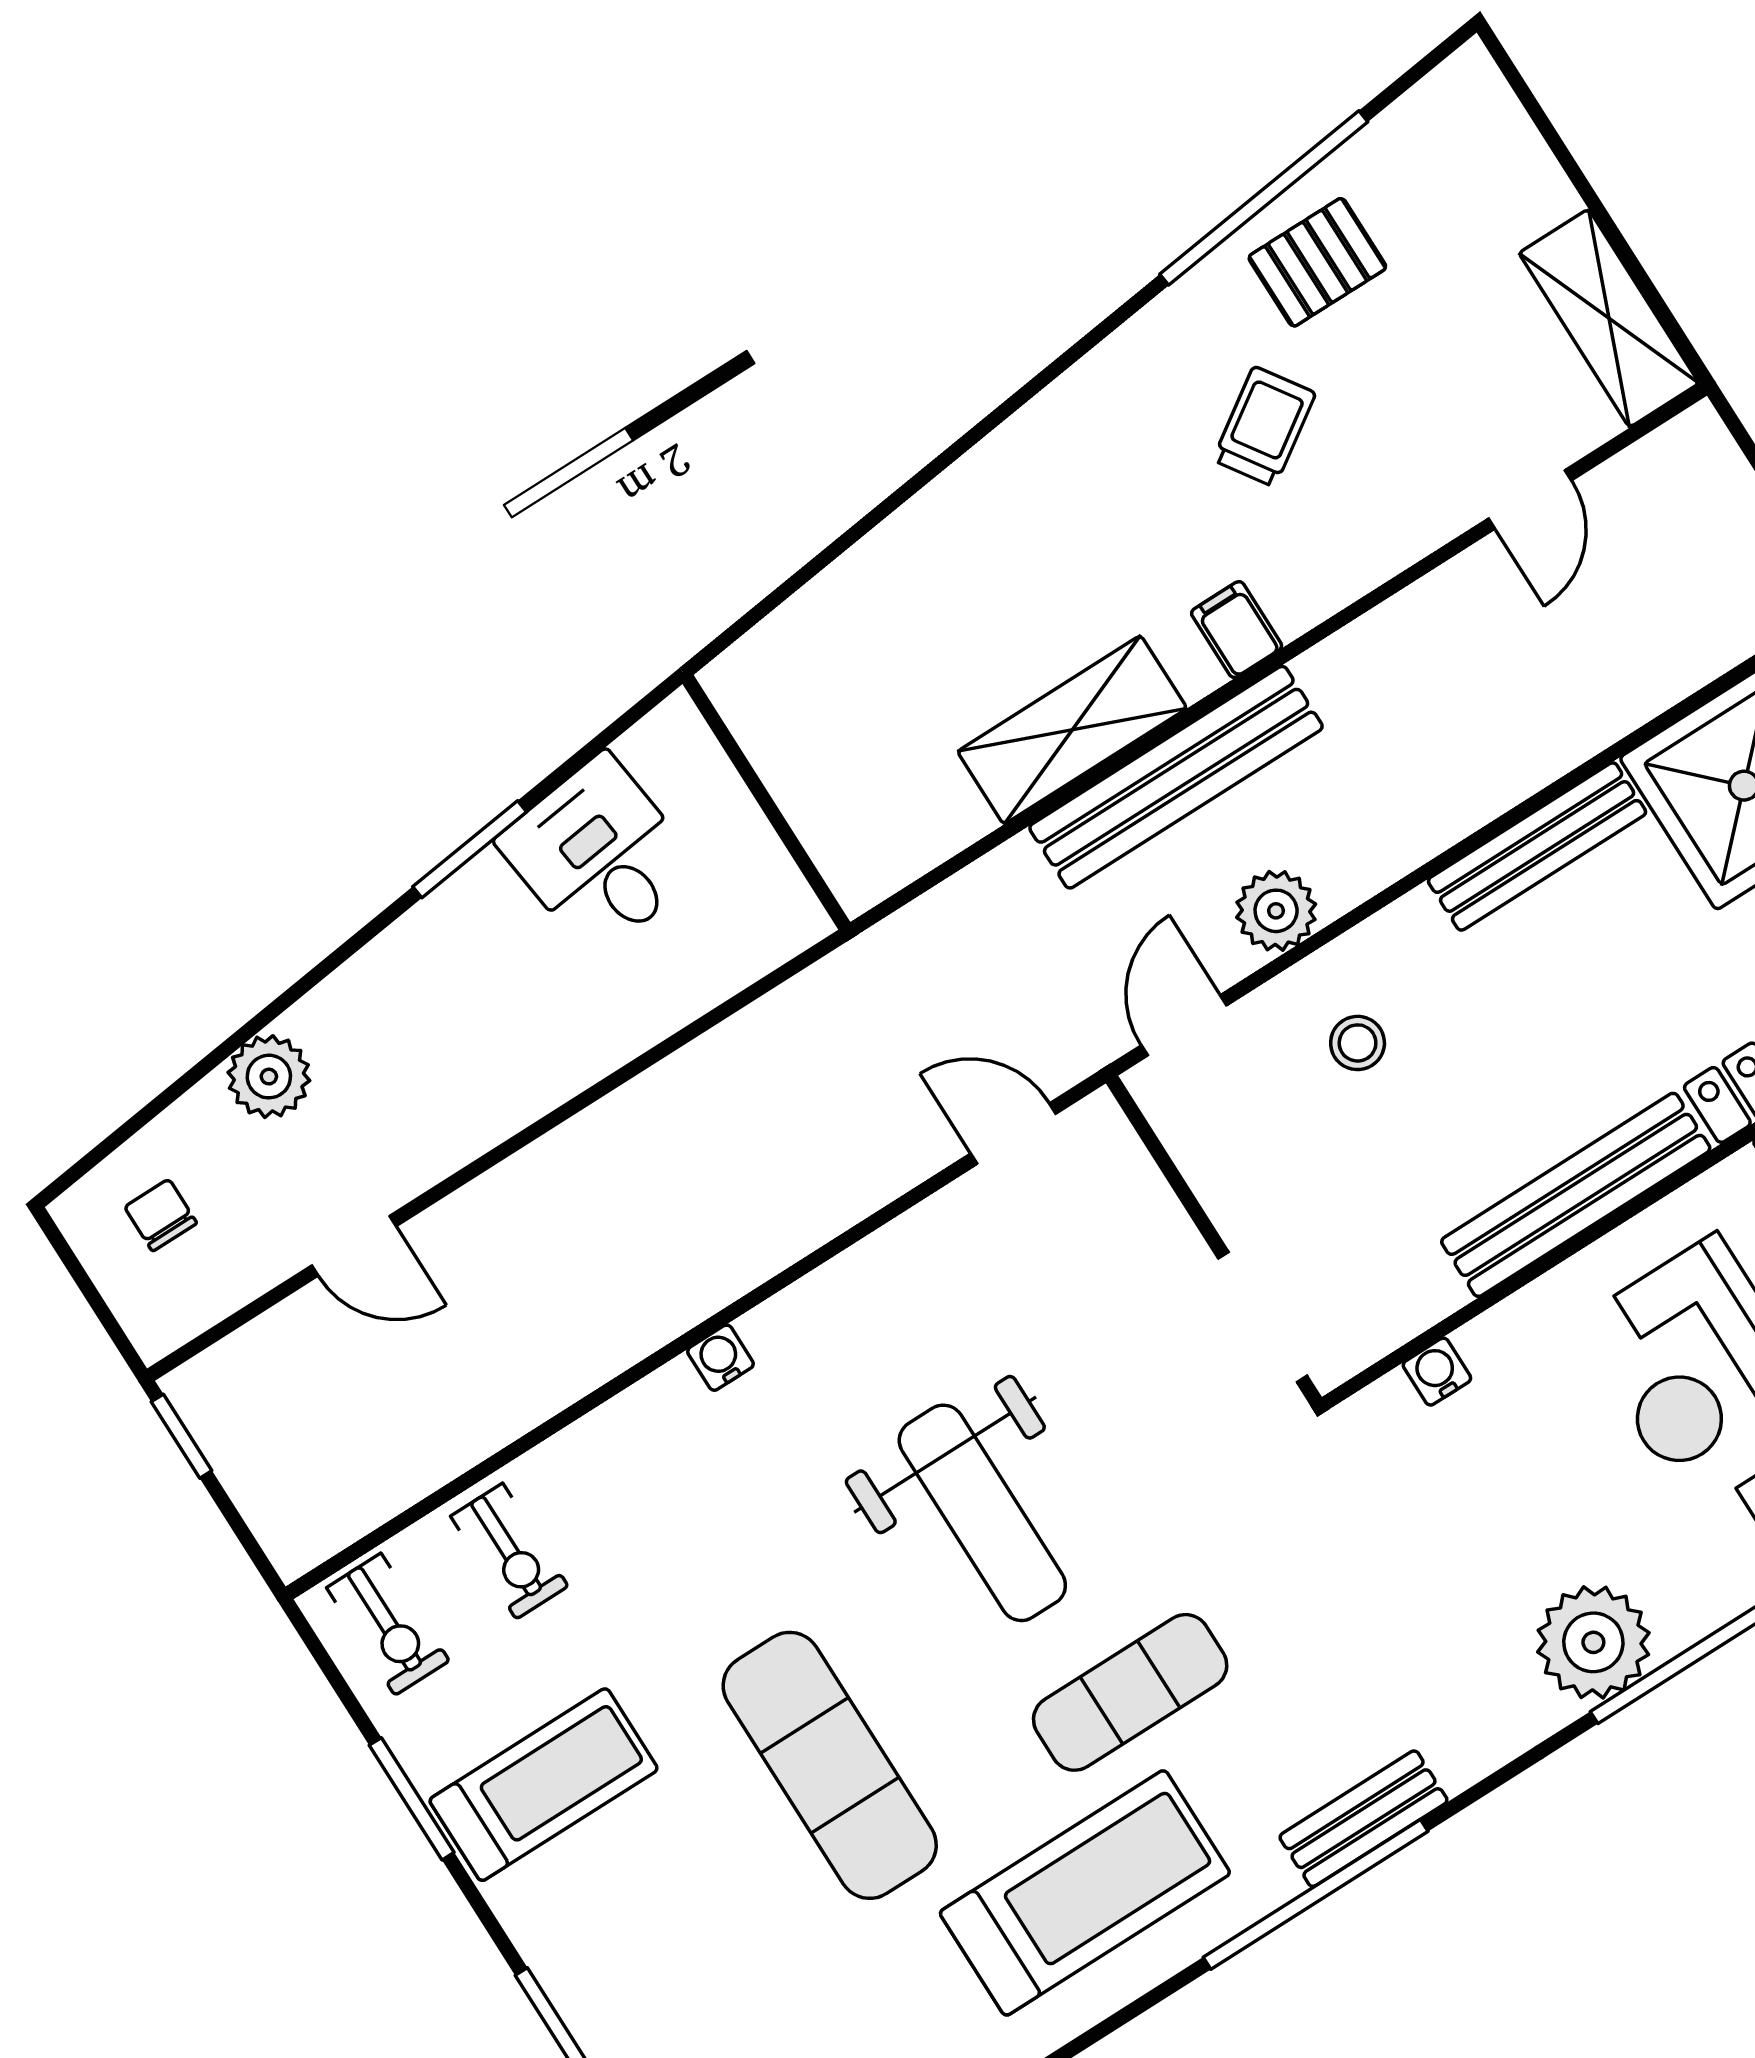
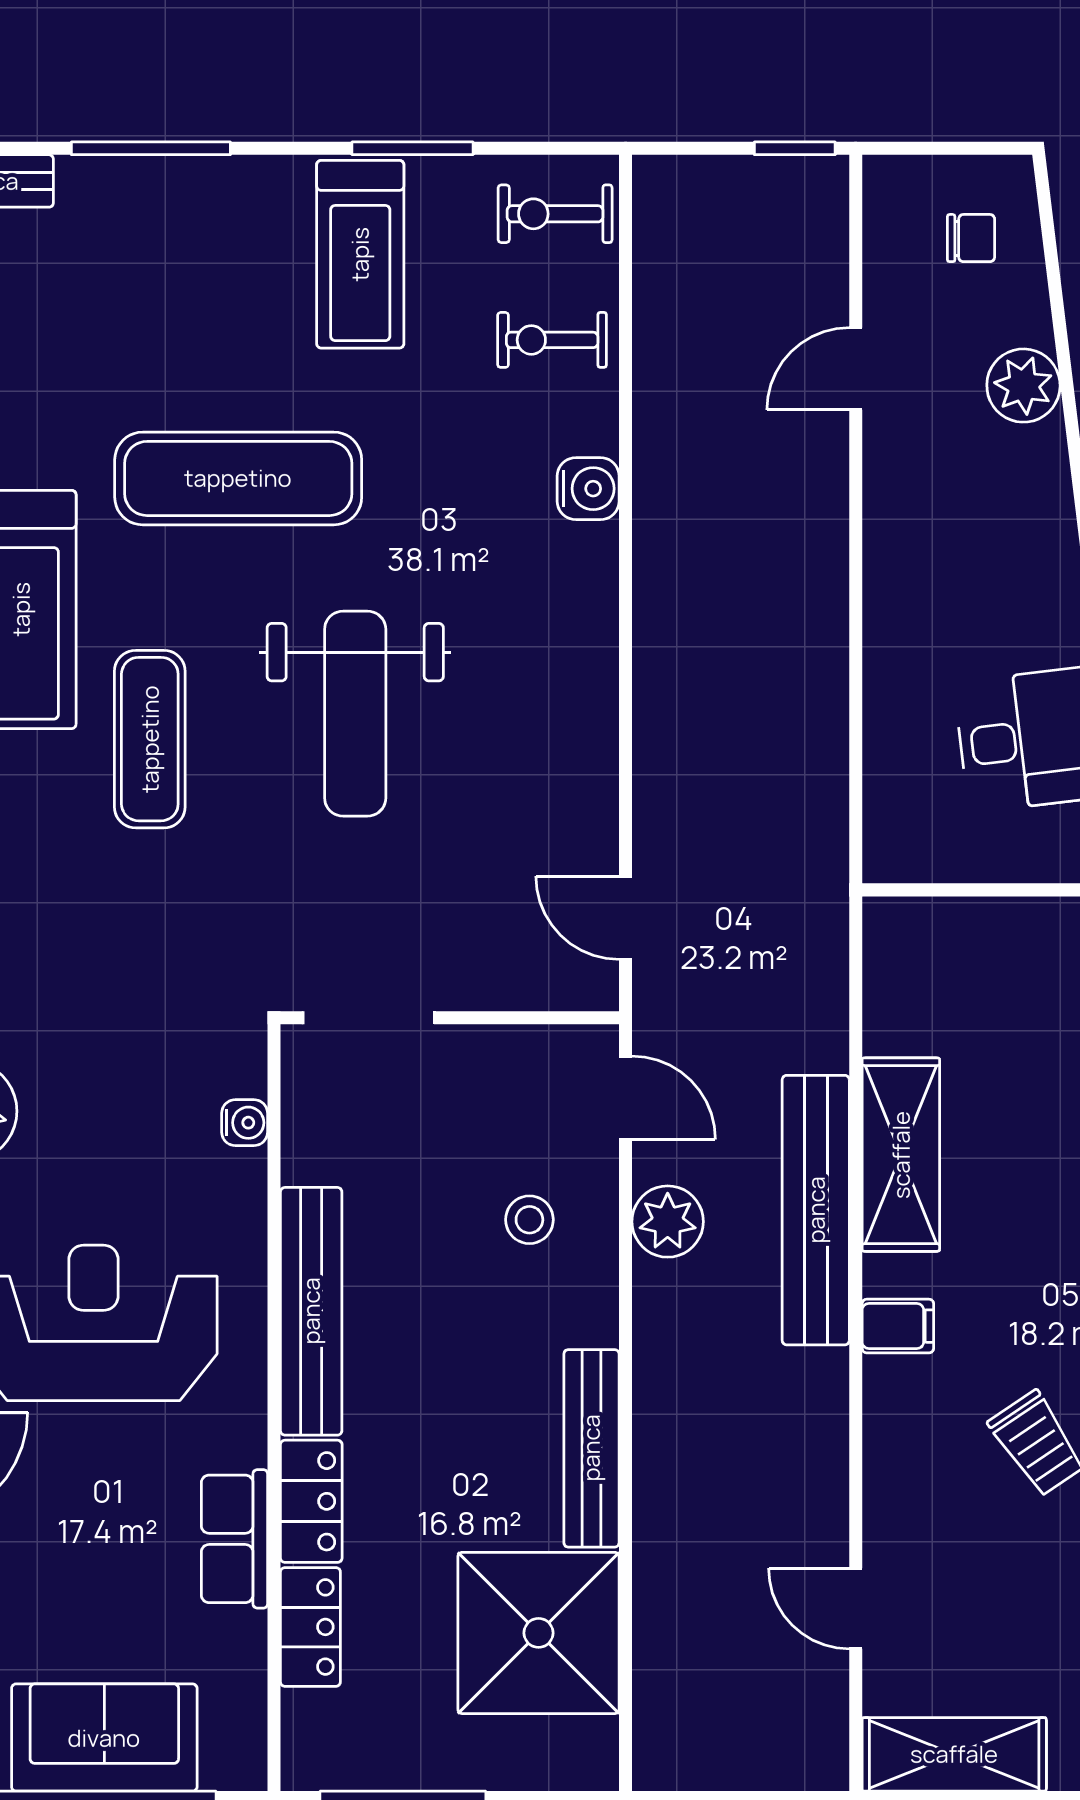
door: (1013, 1134) -> (626, 918), swing flipped
water cooler: (720, 1358) -> (588, 489), moved, width x1.38, depth x1.38
weight bench: (982, 1513) -> (355, 714), turned -90

